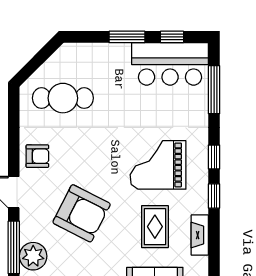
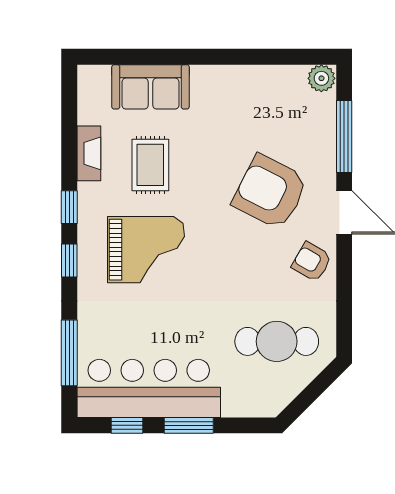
bar counter: (170, 64) -> (149, 388), width x1.36
armchair: (37, 156) -> (312, 262), turned 30
armchair: (82, 213) -> (270, 192), moved
plant: (33, 256) -> (317, 124), removed

